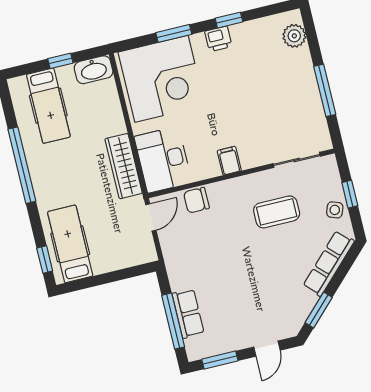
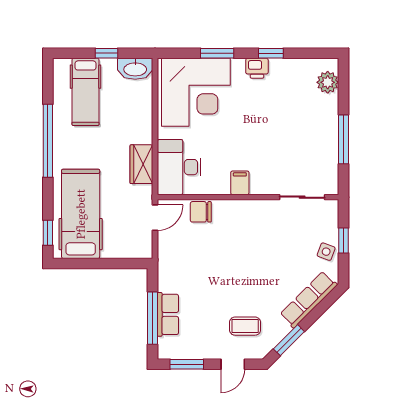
wardrobe: (124, 166) -> (141, 164), width x0.67
coffee table: (277, 212) -> (245, 326), moved, width x0.73, depth x0.77
hospital bed: (70, 244) -> (81, 214), width x1.37, depth x1.29

